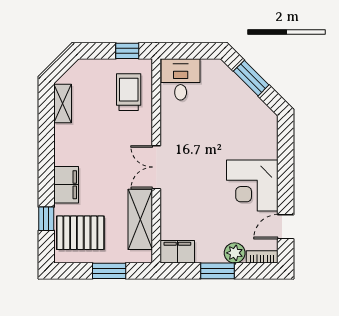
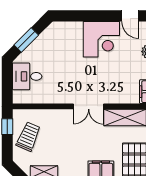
desk: (181, 79) -> (27, 76), moved
trolley: (129, 92) -> (28, 137), moved, turned 113

